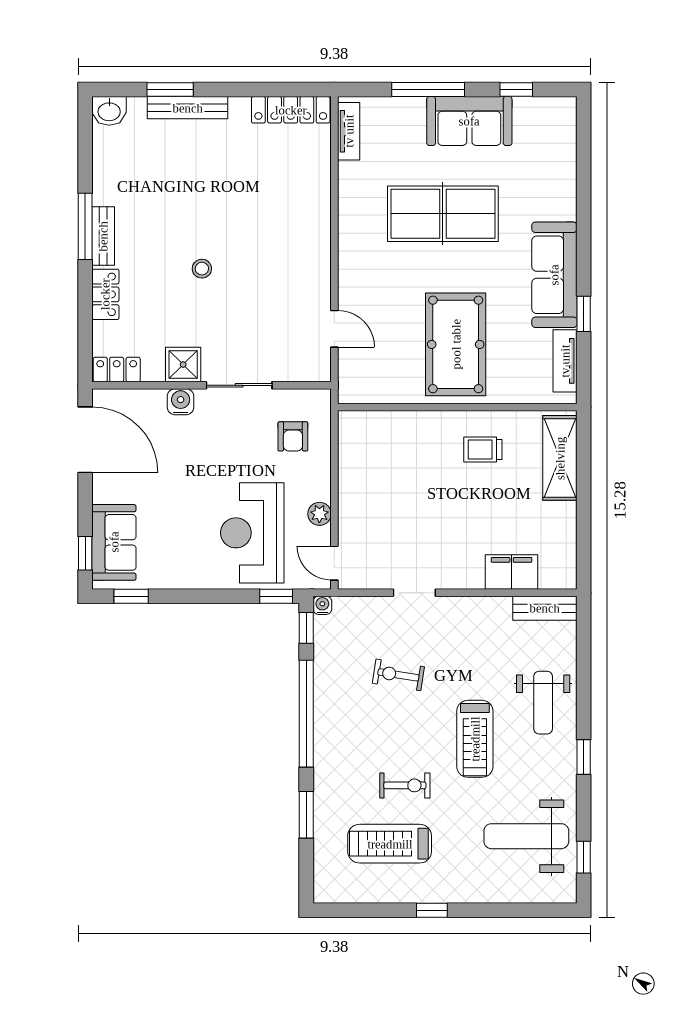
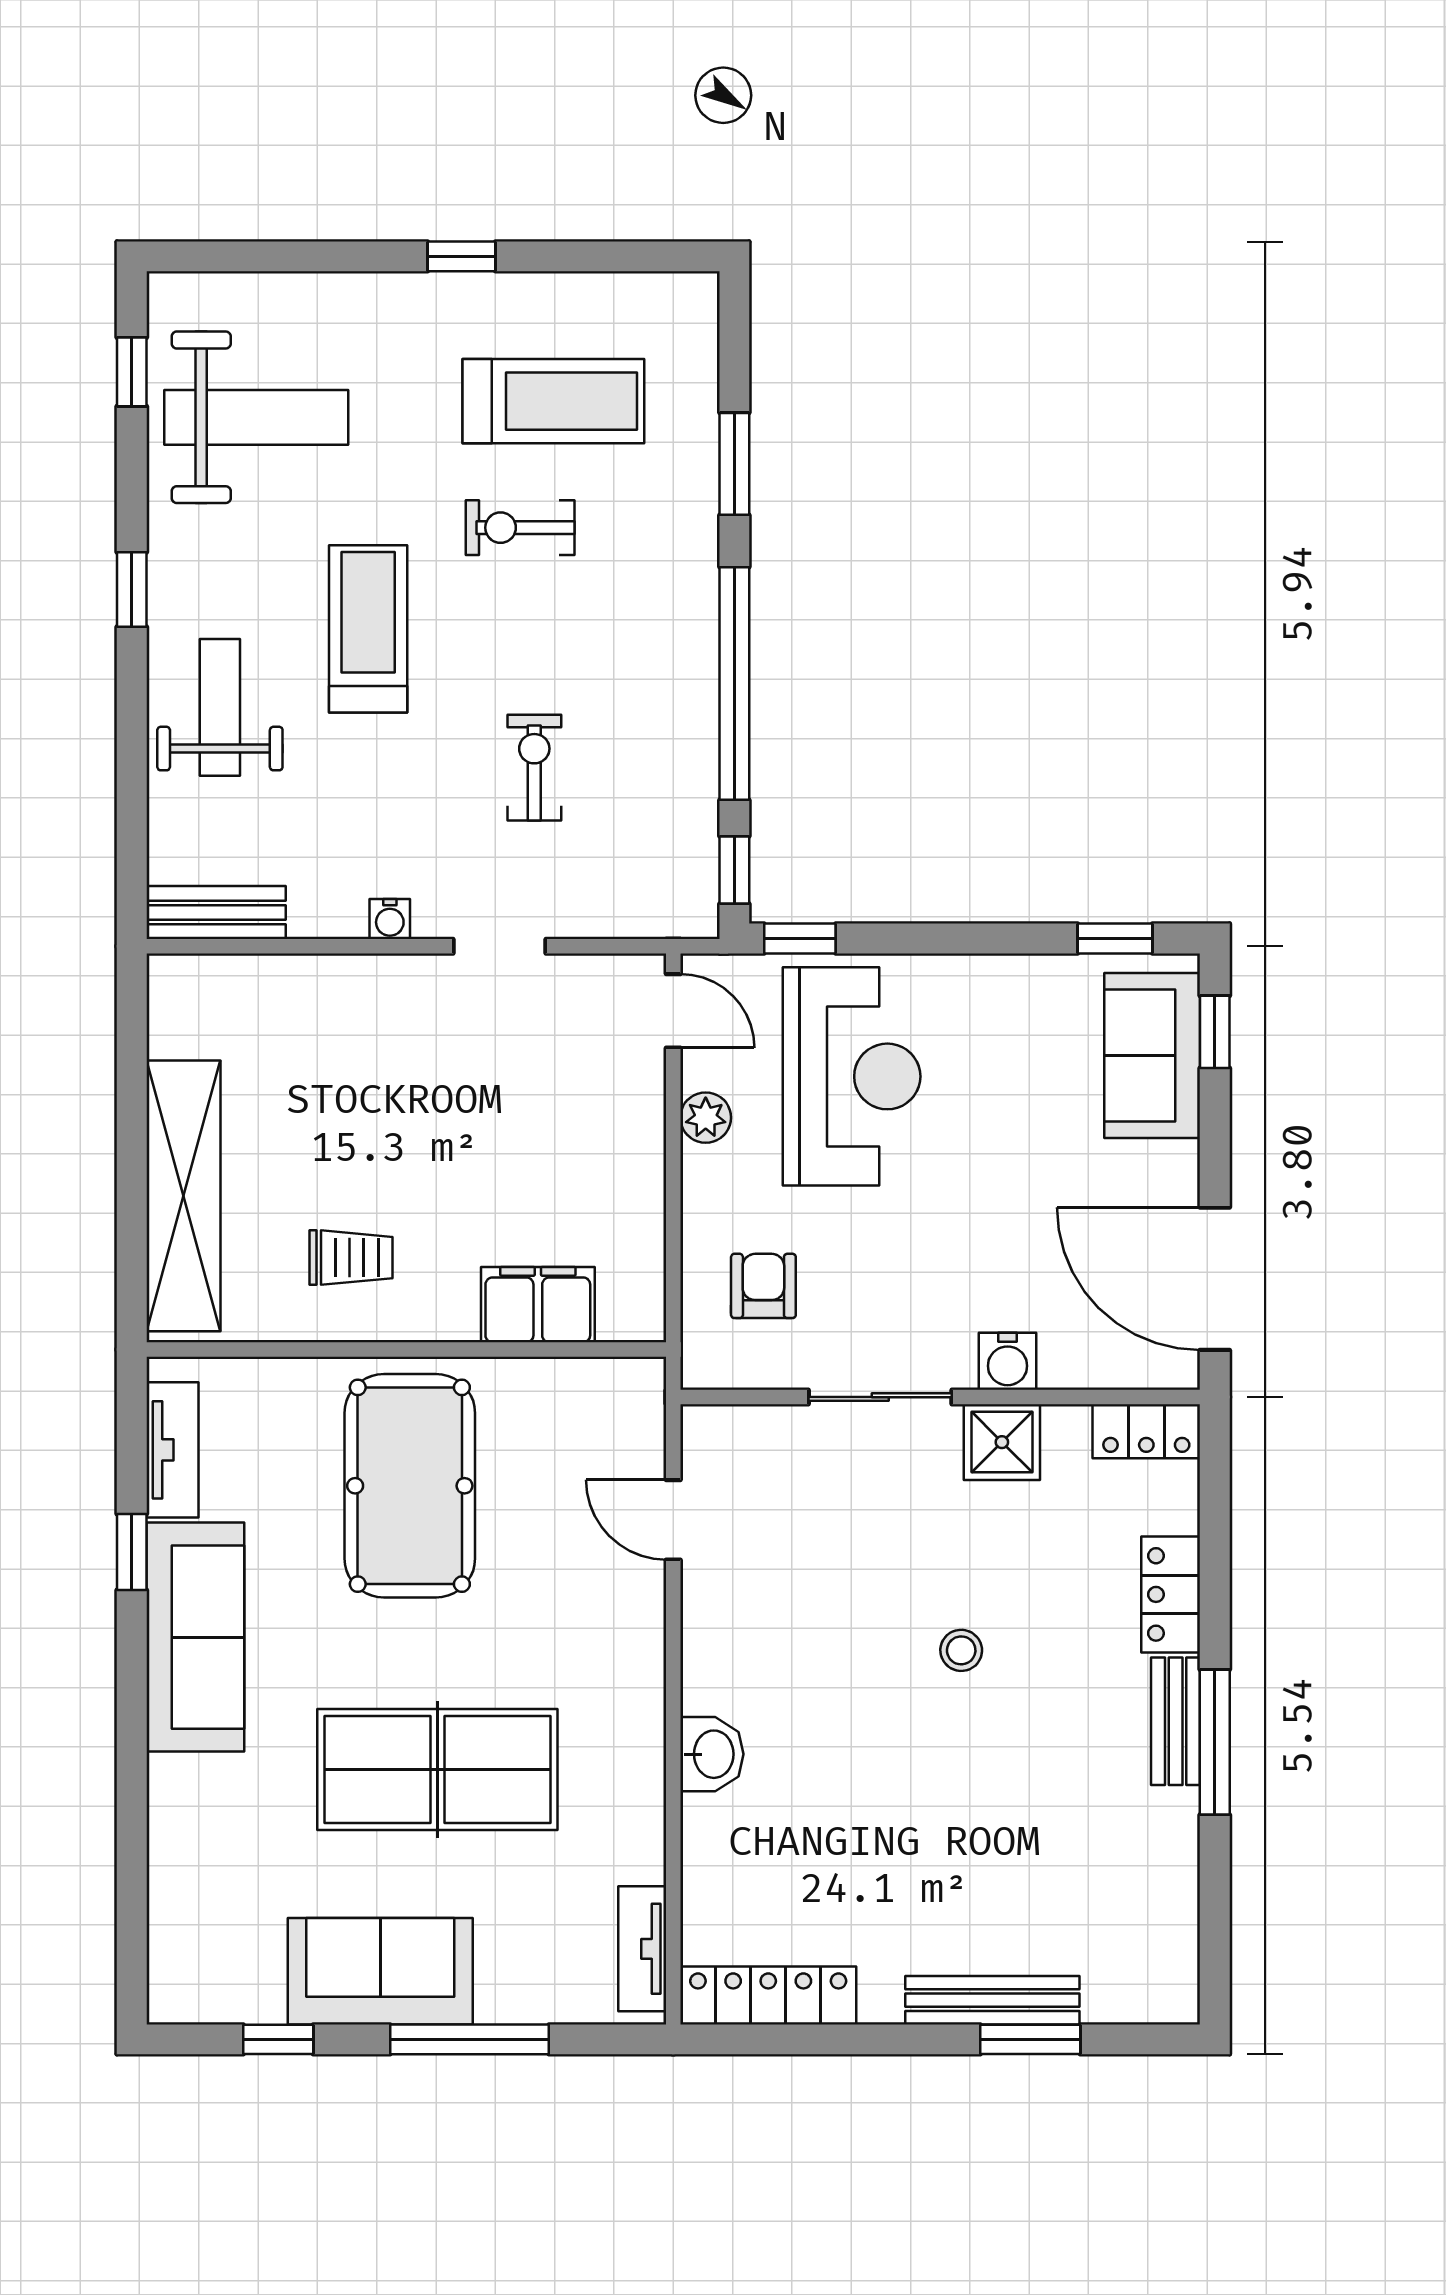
washbasin: (109, 111) -> (712, 1754), moved, turned 90
shelving: (560, 458) -> (184, 1196), width x1.47
filing cabinet: (512, 572) -> (538, 1305), moved, turned 180
water cooler: (322, 605) -> (390, 919), moved
exercise bike: (398, 675) -> (534, 768), turned -99

